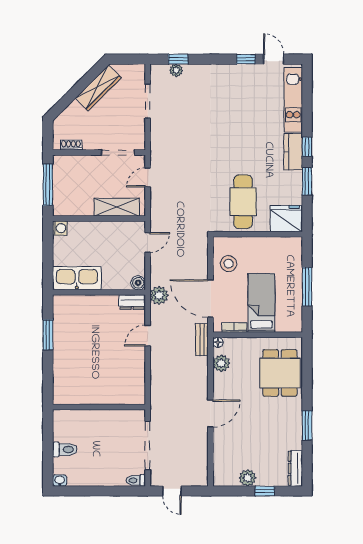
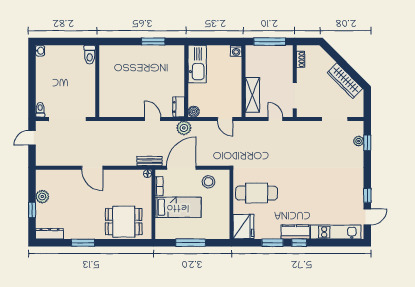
plant: (221, 363) -> (131, 176), removed
toilet: (65, 449) -> (90, 55), moved

